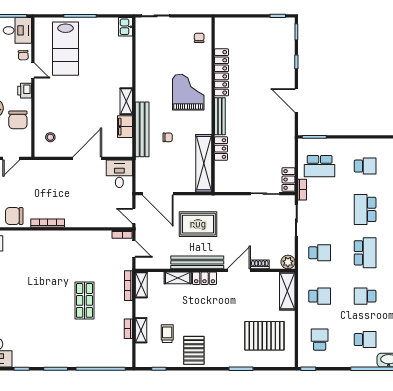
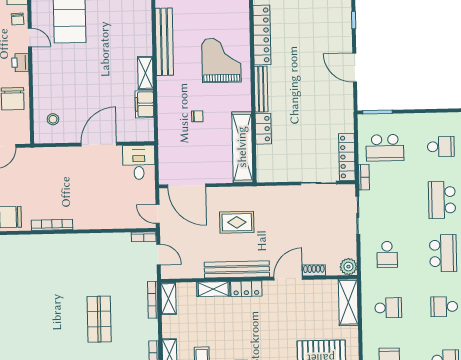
bench: (142, 129) -> (164, 42), moved
locker: (288, 179) -> (347, 157), width x1.53
rug: (198, 224) -> (237, 222), width x0.73, depth x0.70
school desk: (320, 253) -> (387, 254), turned 90

